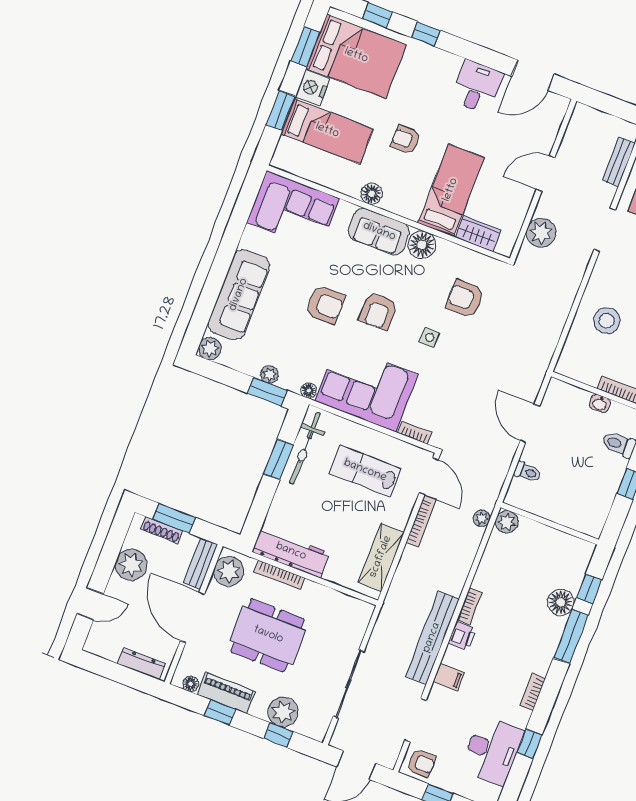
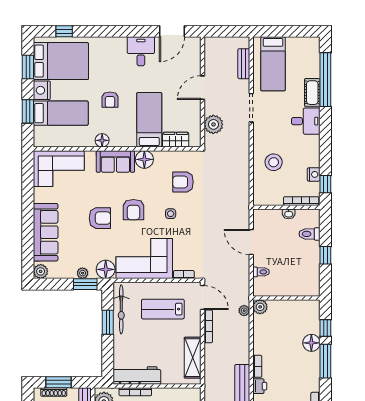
window: (426, 34) -> (98, 31), removed
armchair: (406, 139) -> (110, 100), turned -90
floor lamp: (309, 391) -> (106, 269), width x1.89, depth x1.89

